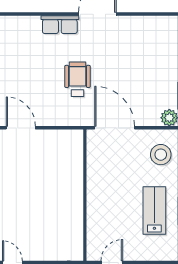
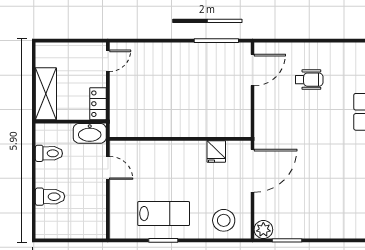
wheelchair: (78, 79) -> (309, 80), moved, width x0.73, depth x0.73
fridge: (97, 162) -> (216, 151), added

